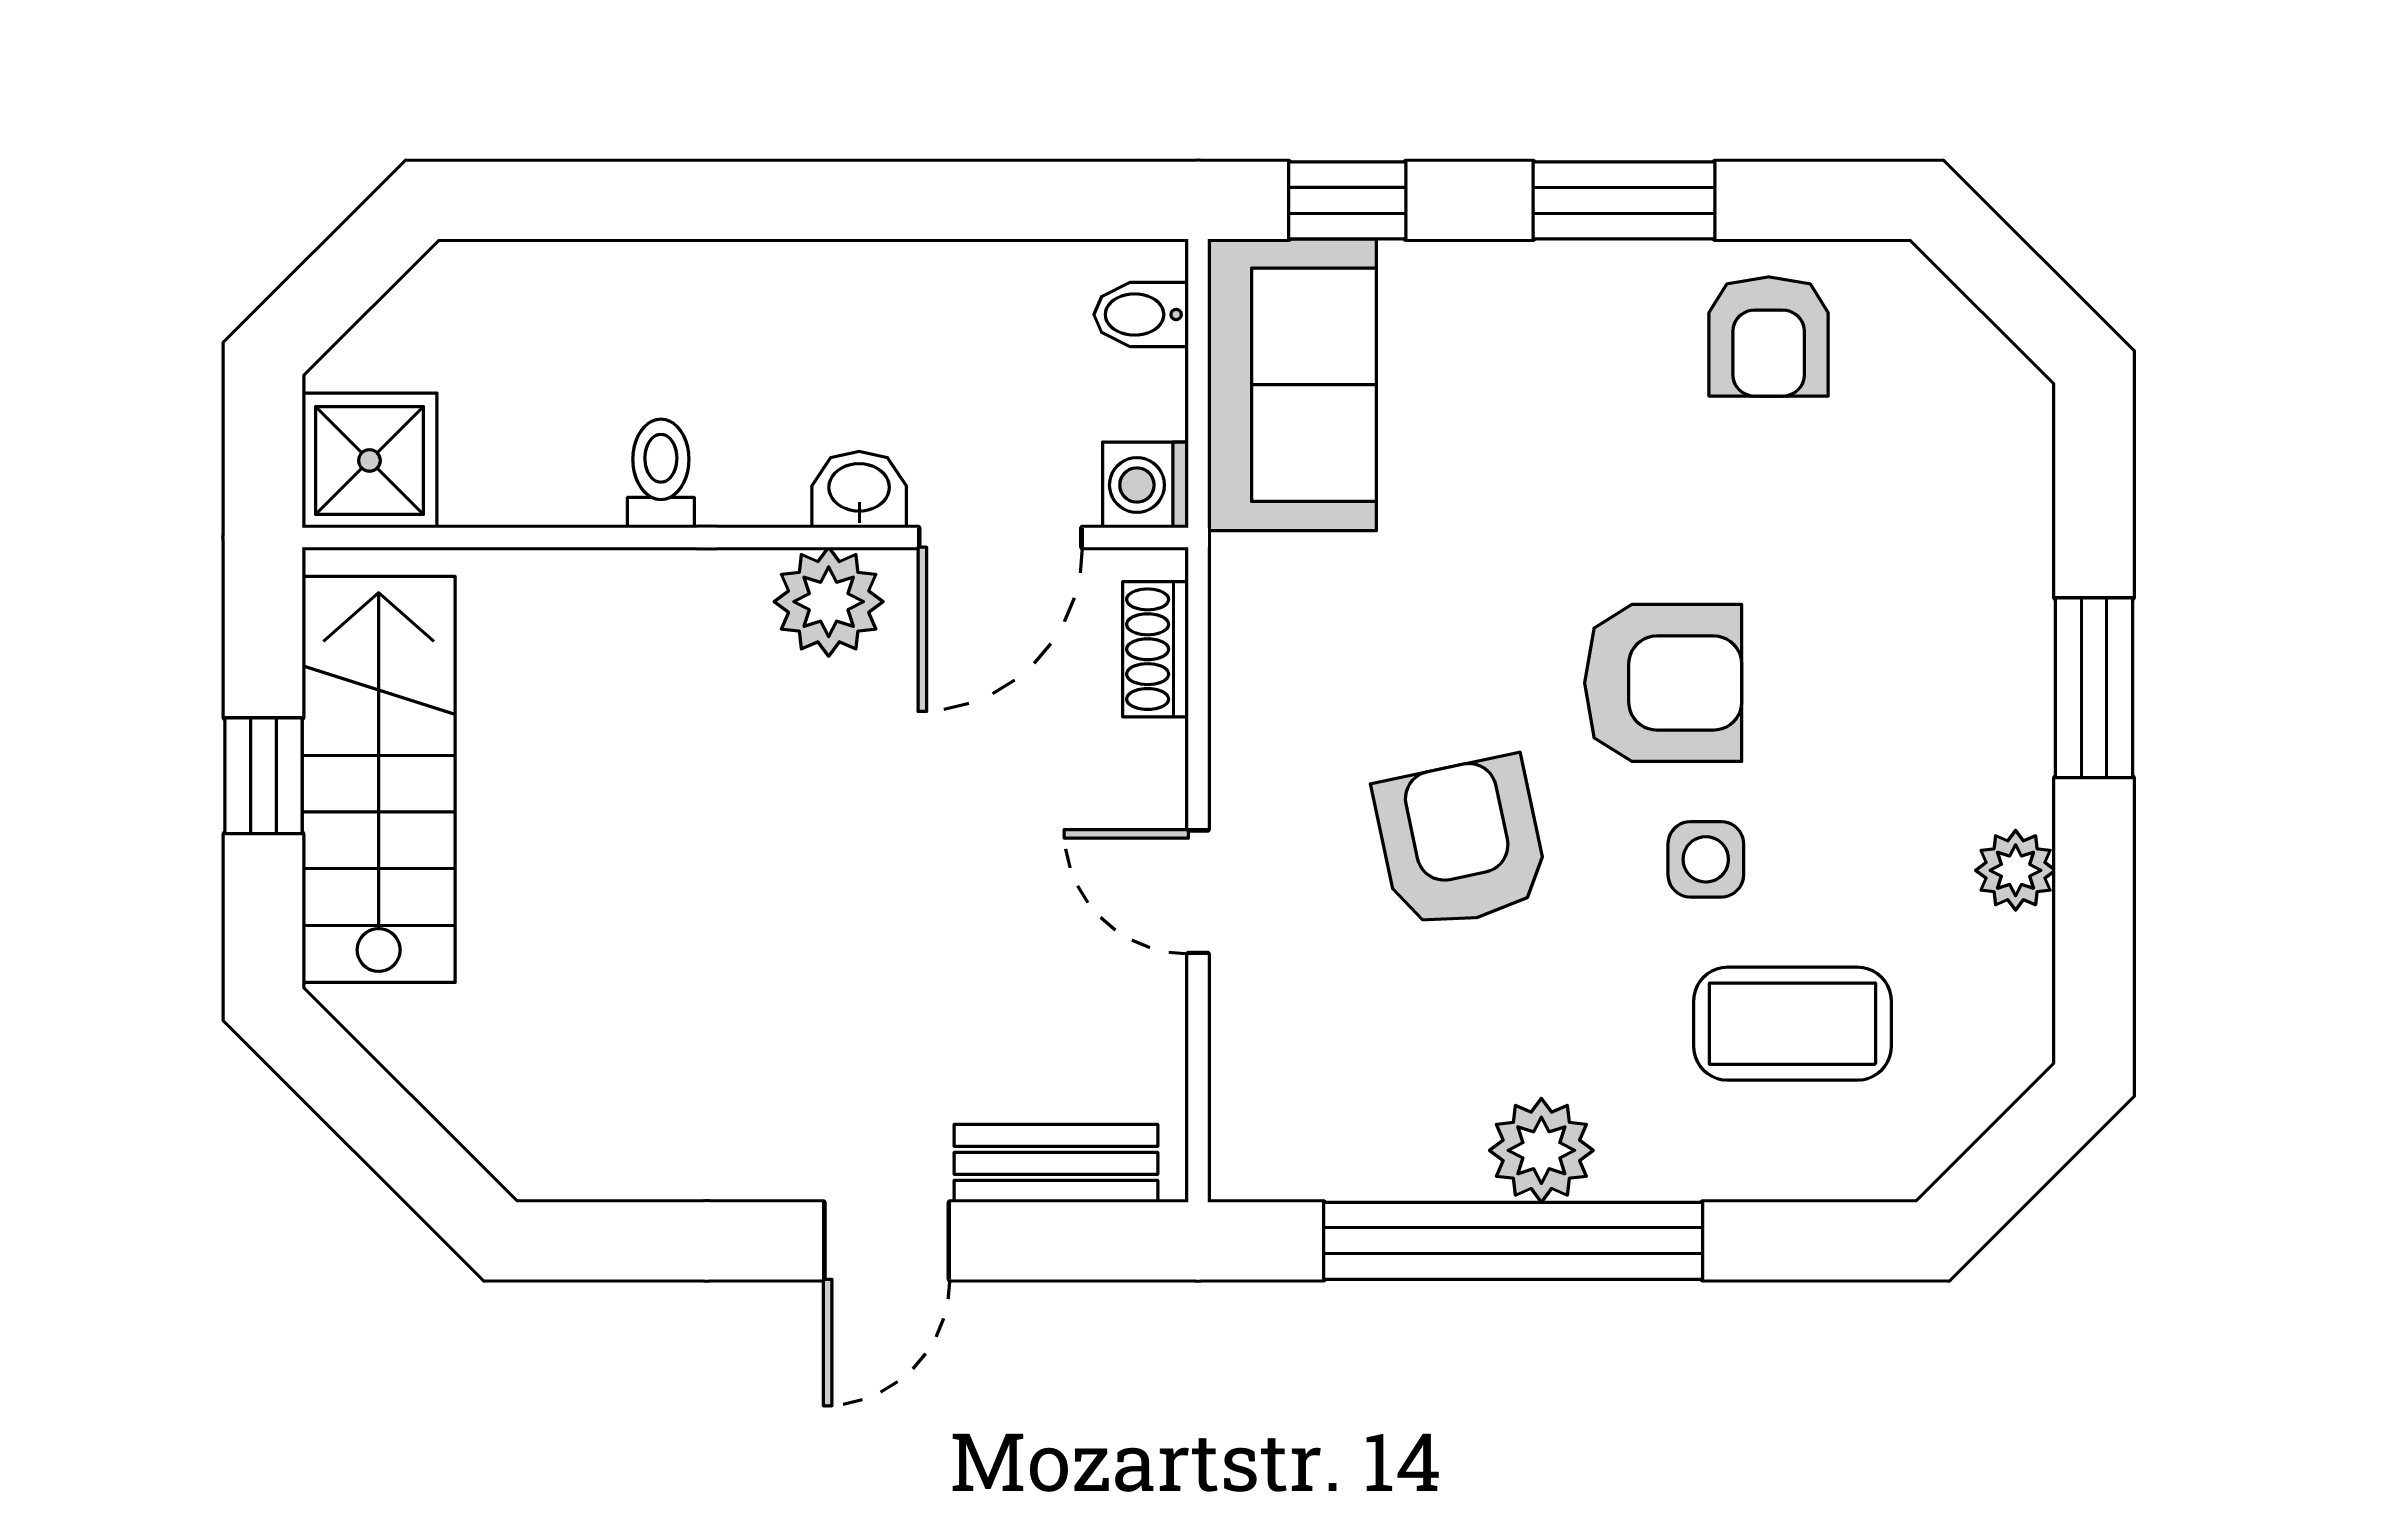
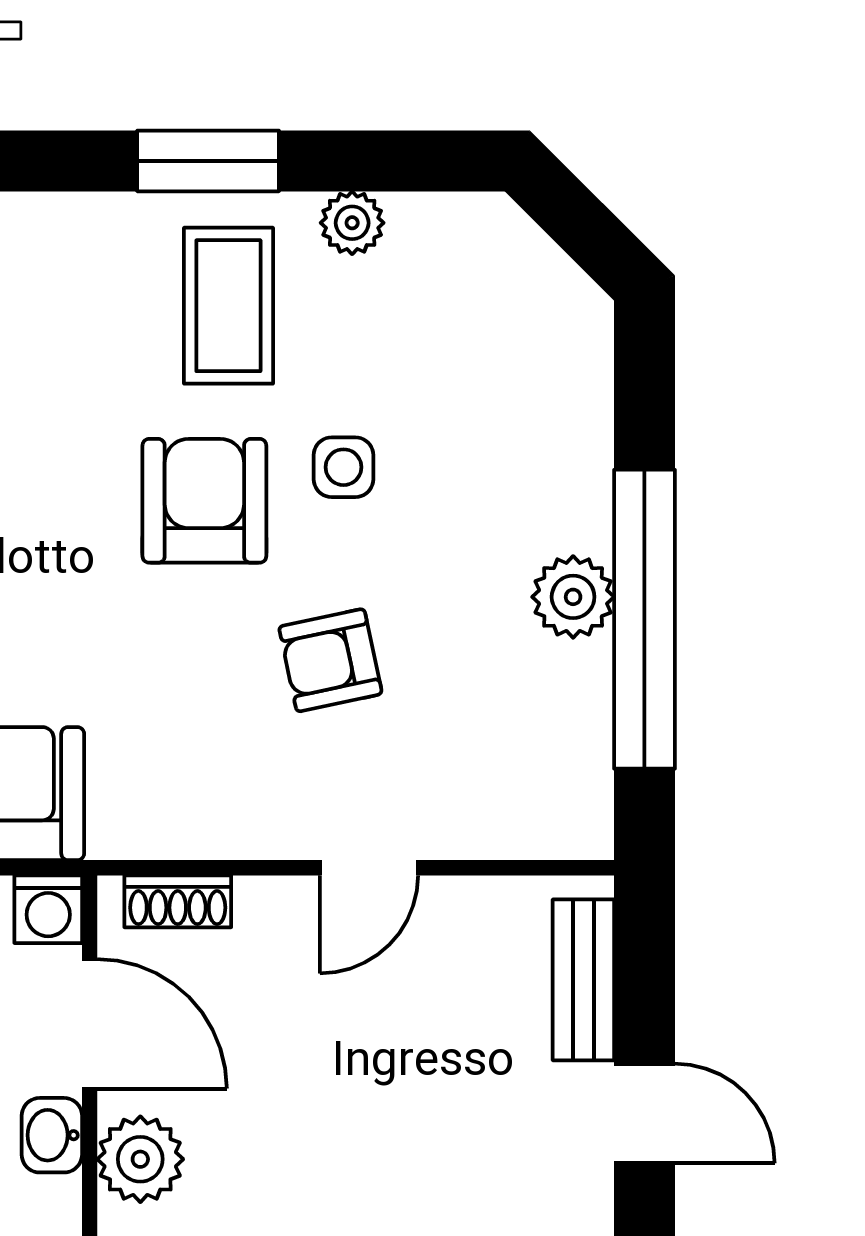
armchair: (1461, 843) -> (330, 660), width x0.72, depth x0.72
coffee table: (1793, 1024) -> (228, 306), moved

